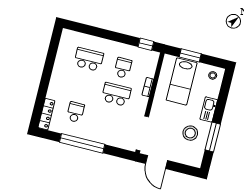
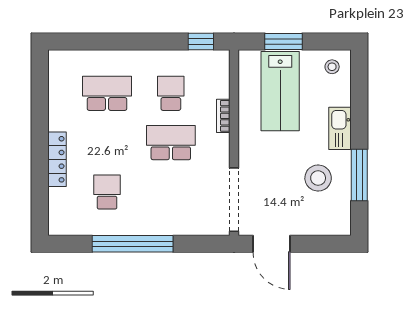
locker: (46, 114) -> (57, 159), moved

